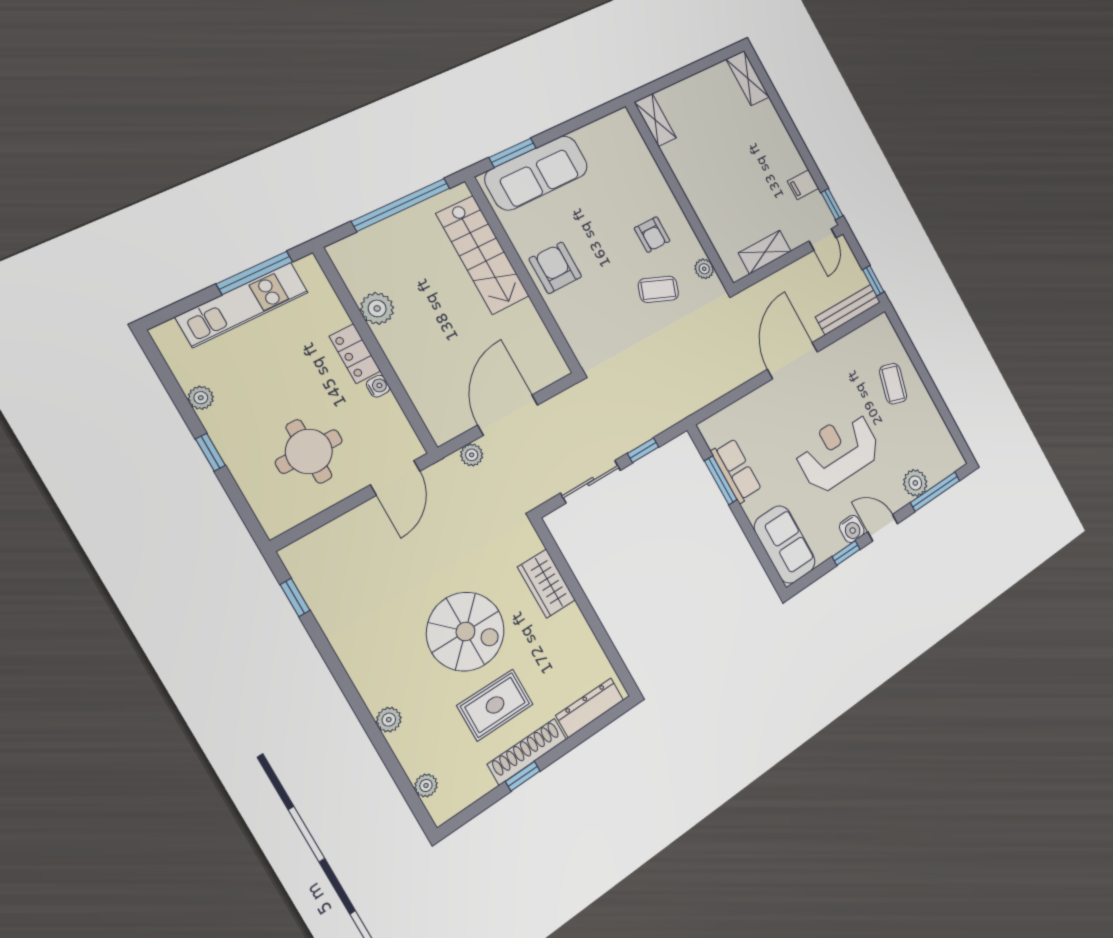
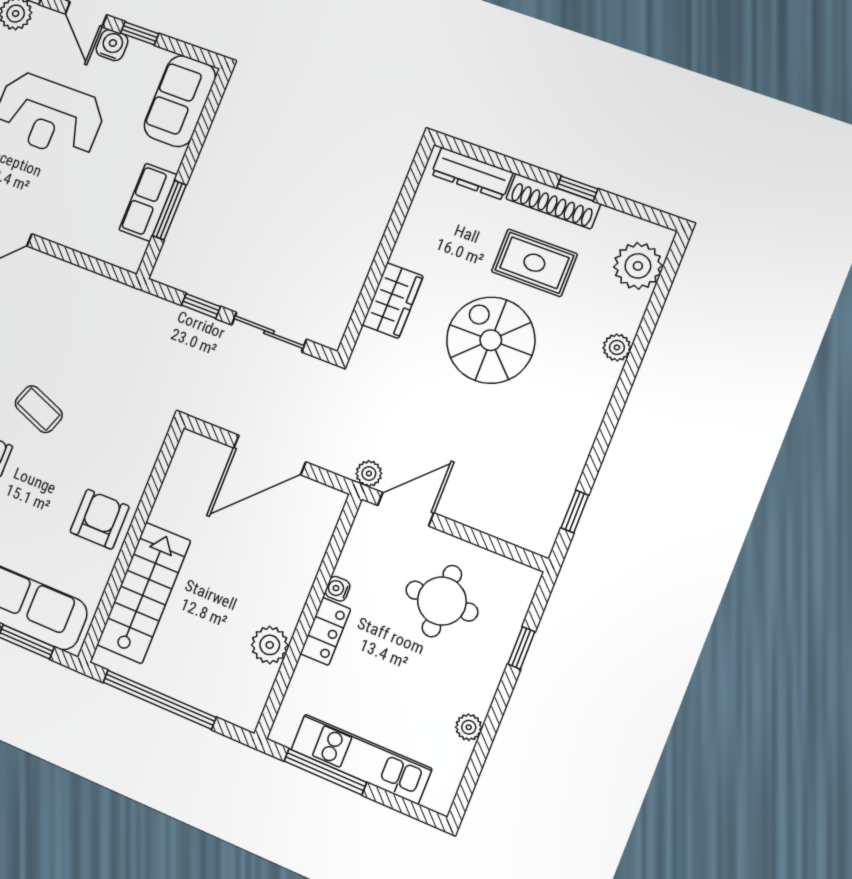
armchair: (555, 268) -> (100, 519), turned 180
window: (210, 452) -> (521, 648), moved
plant: (472, 455) -> (369, 474), moved
plant: (426, 785) -> (638, 266), width x1.88, depth x1.88

